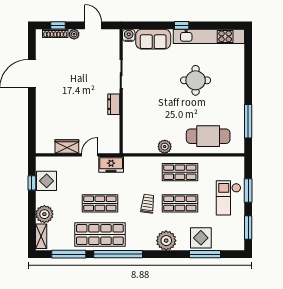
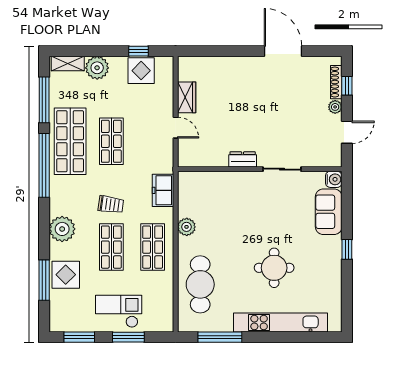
kitchen unit: (209, 36) -> (281, 323), moved, turned 90
freezer: (111, 164) -> (163, 190), moved

